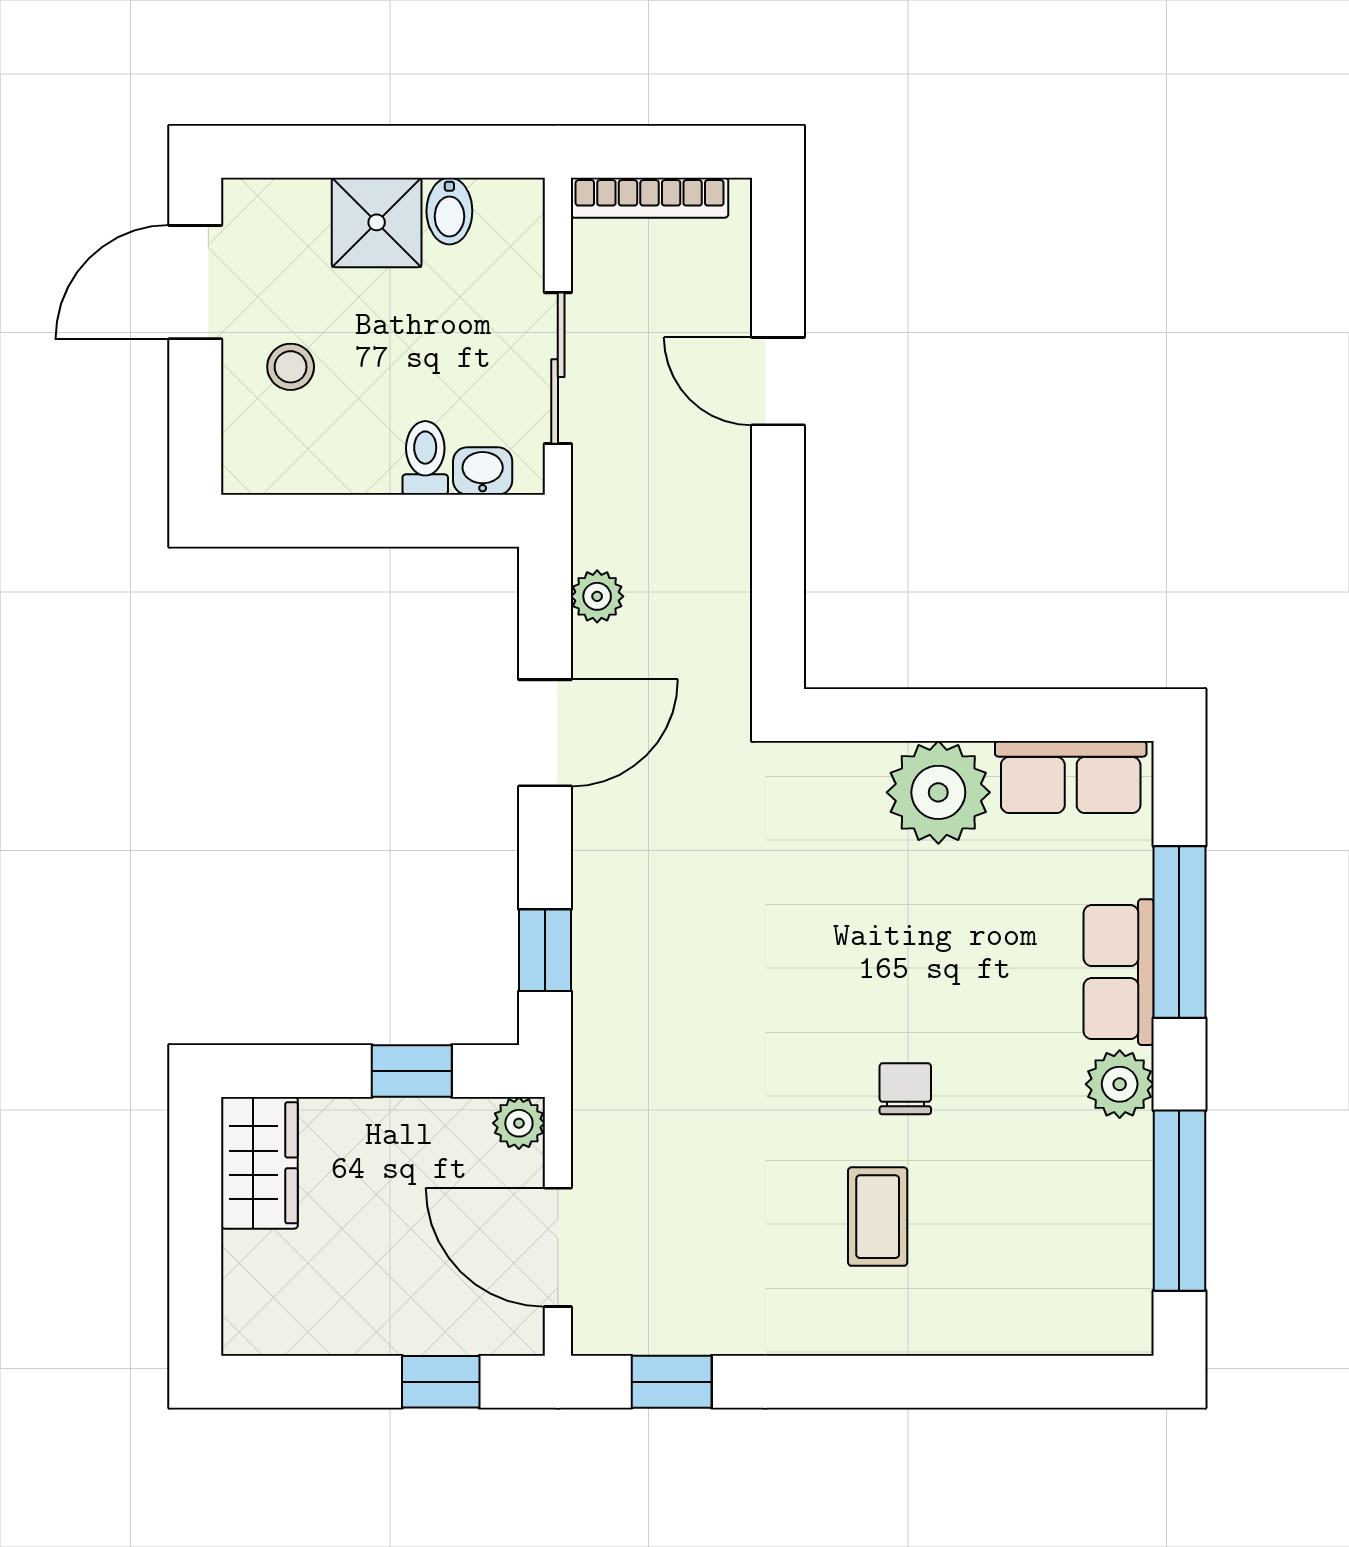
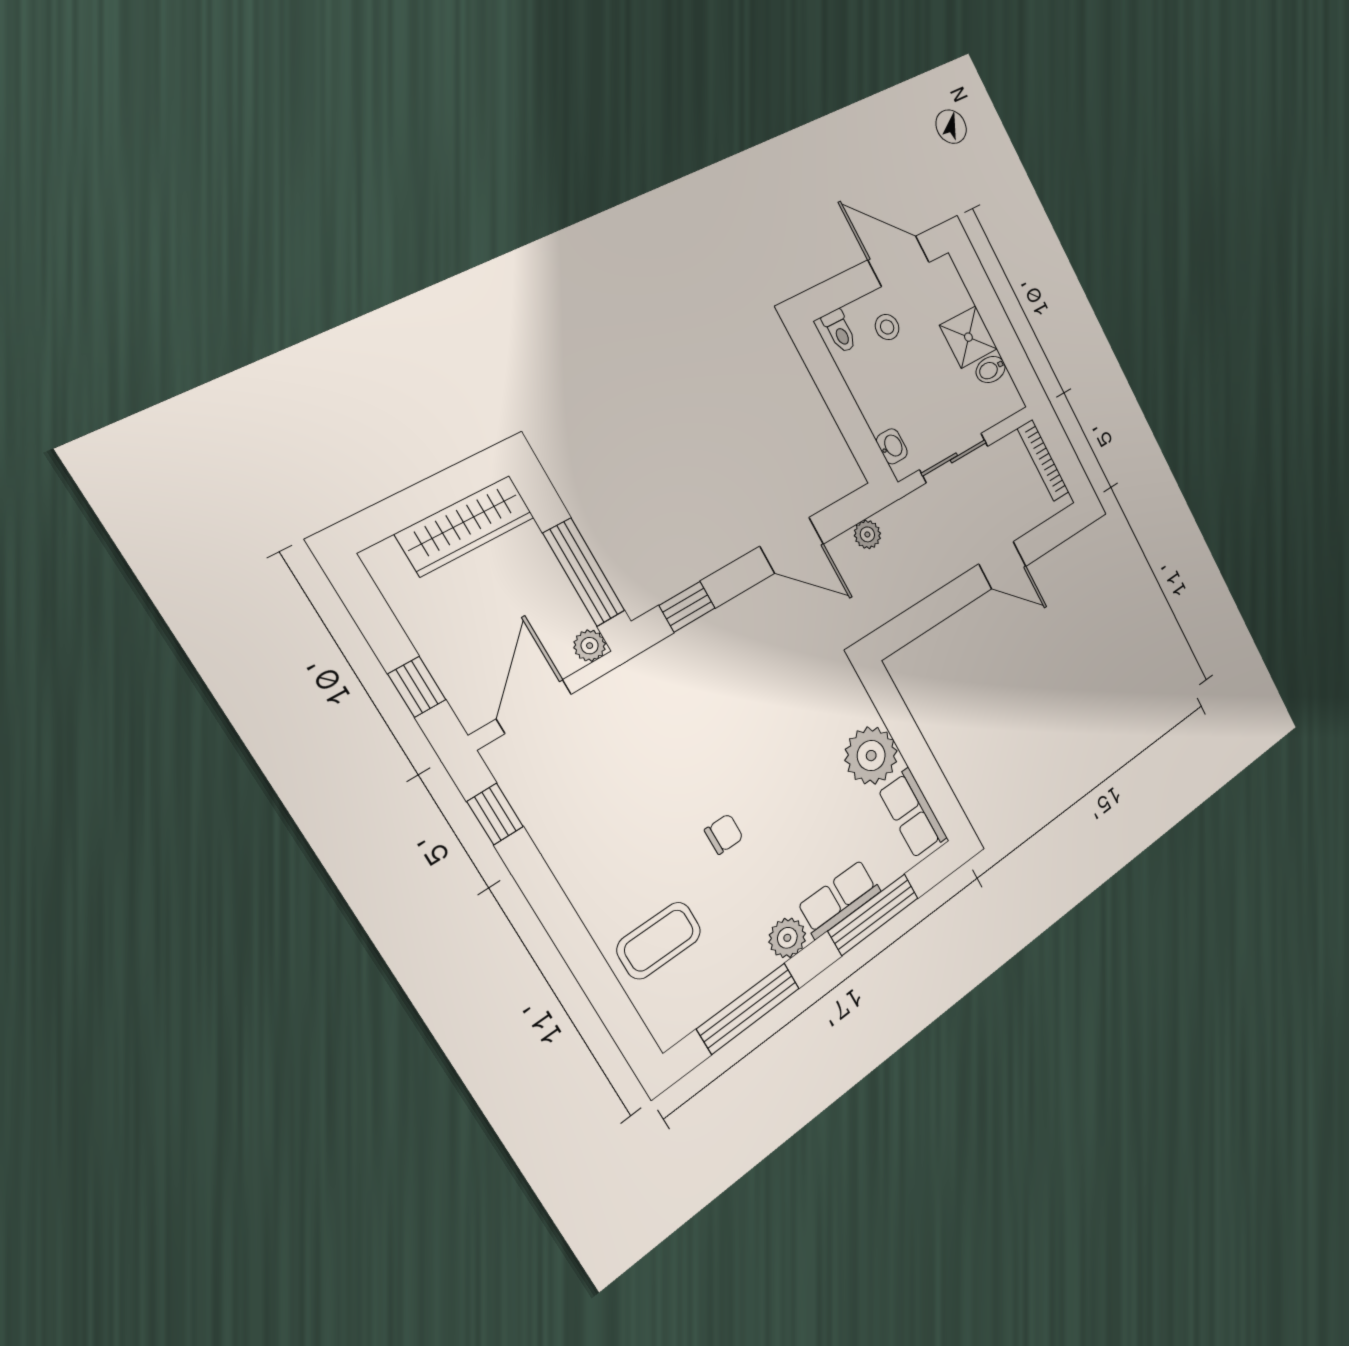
door: (778, 381) -> (1002, 565), swing flipped
toilet: (425, 458) -> (840, 331), moved, turned 90
window: (412, 1071) -> (584, 572), width x2.17
wardrobe: (259, 1163) -> (465, 526), width x1.50
coffee table: (878, 1217) -> (659, 940), moved, width x1.36, depth x1.30

